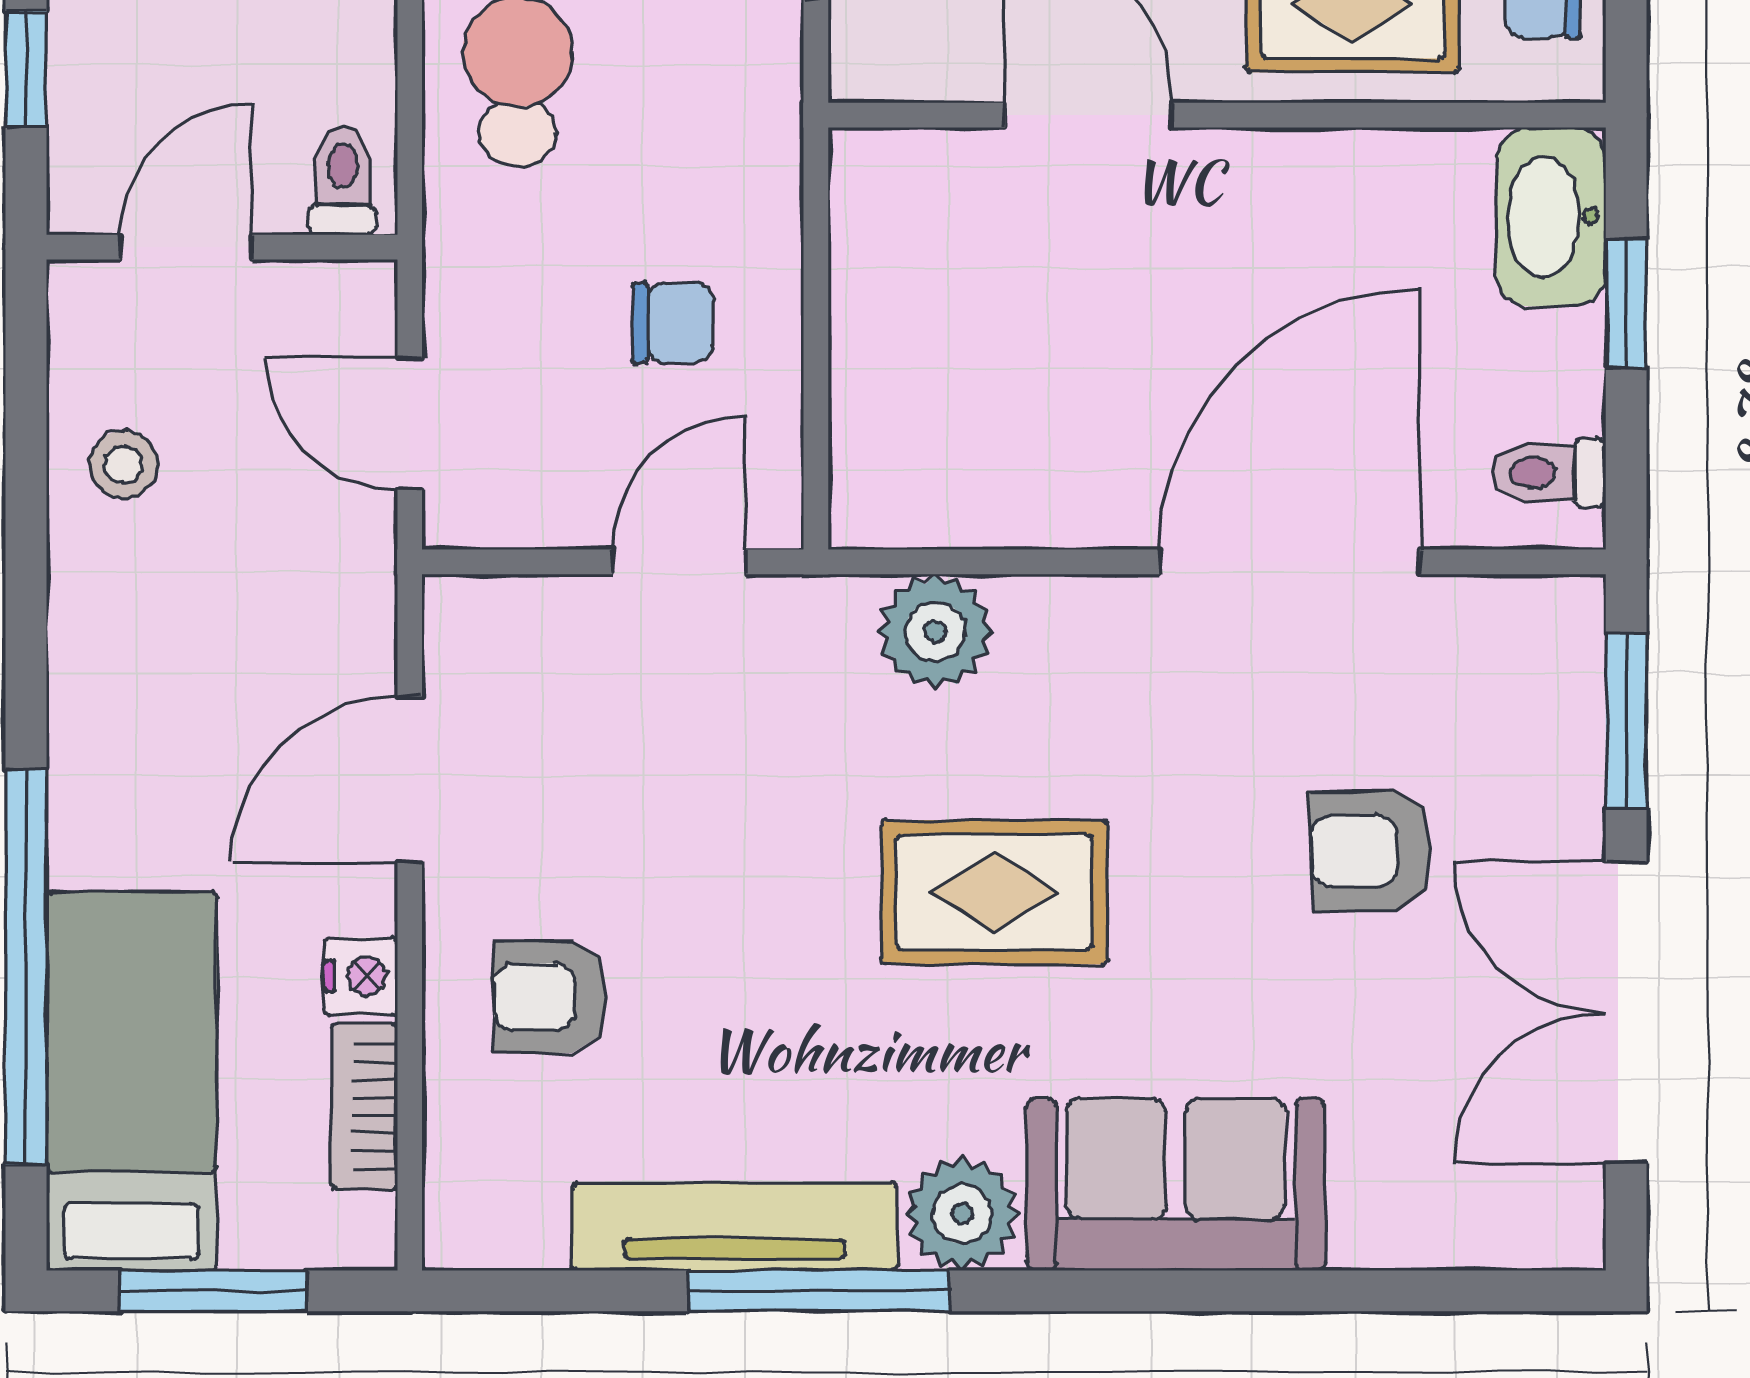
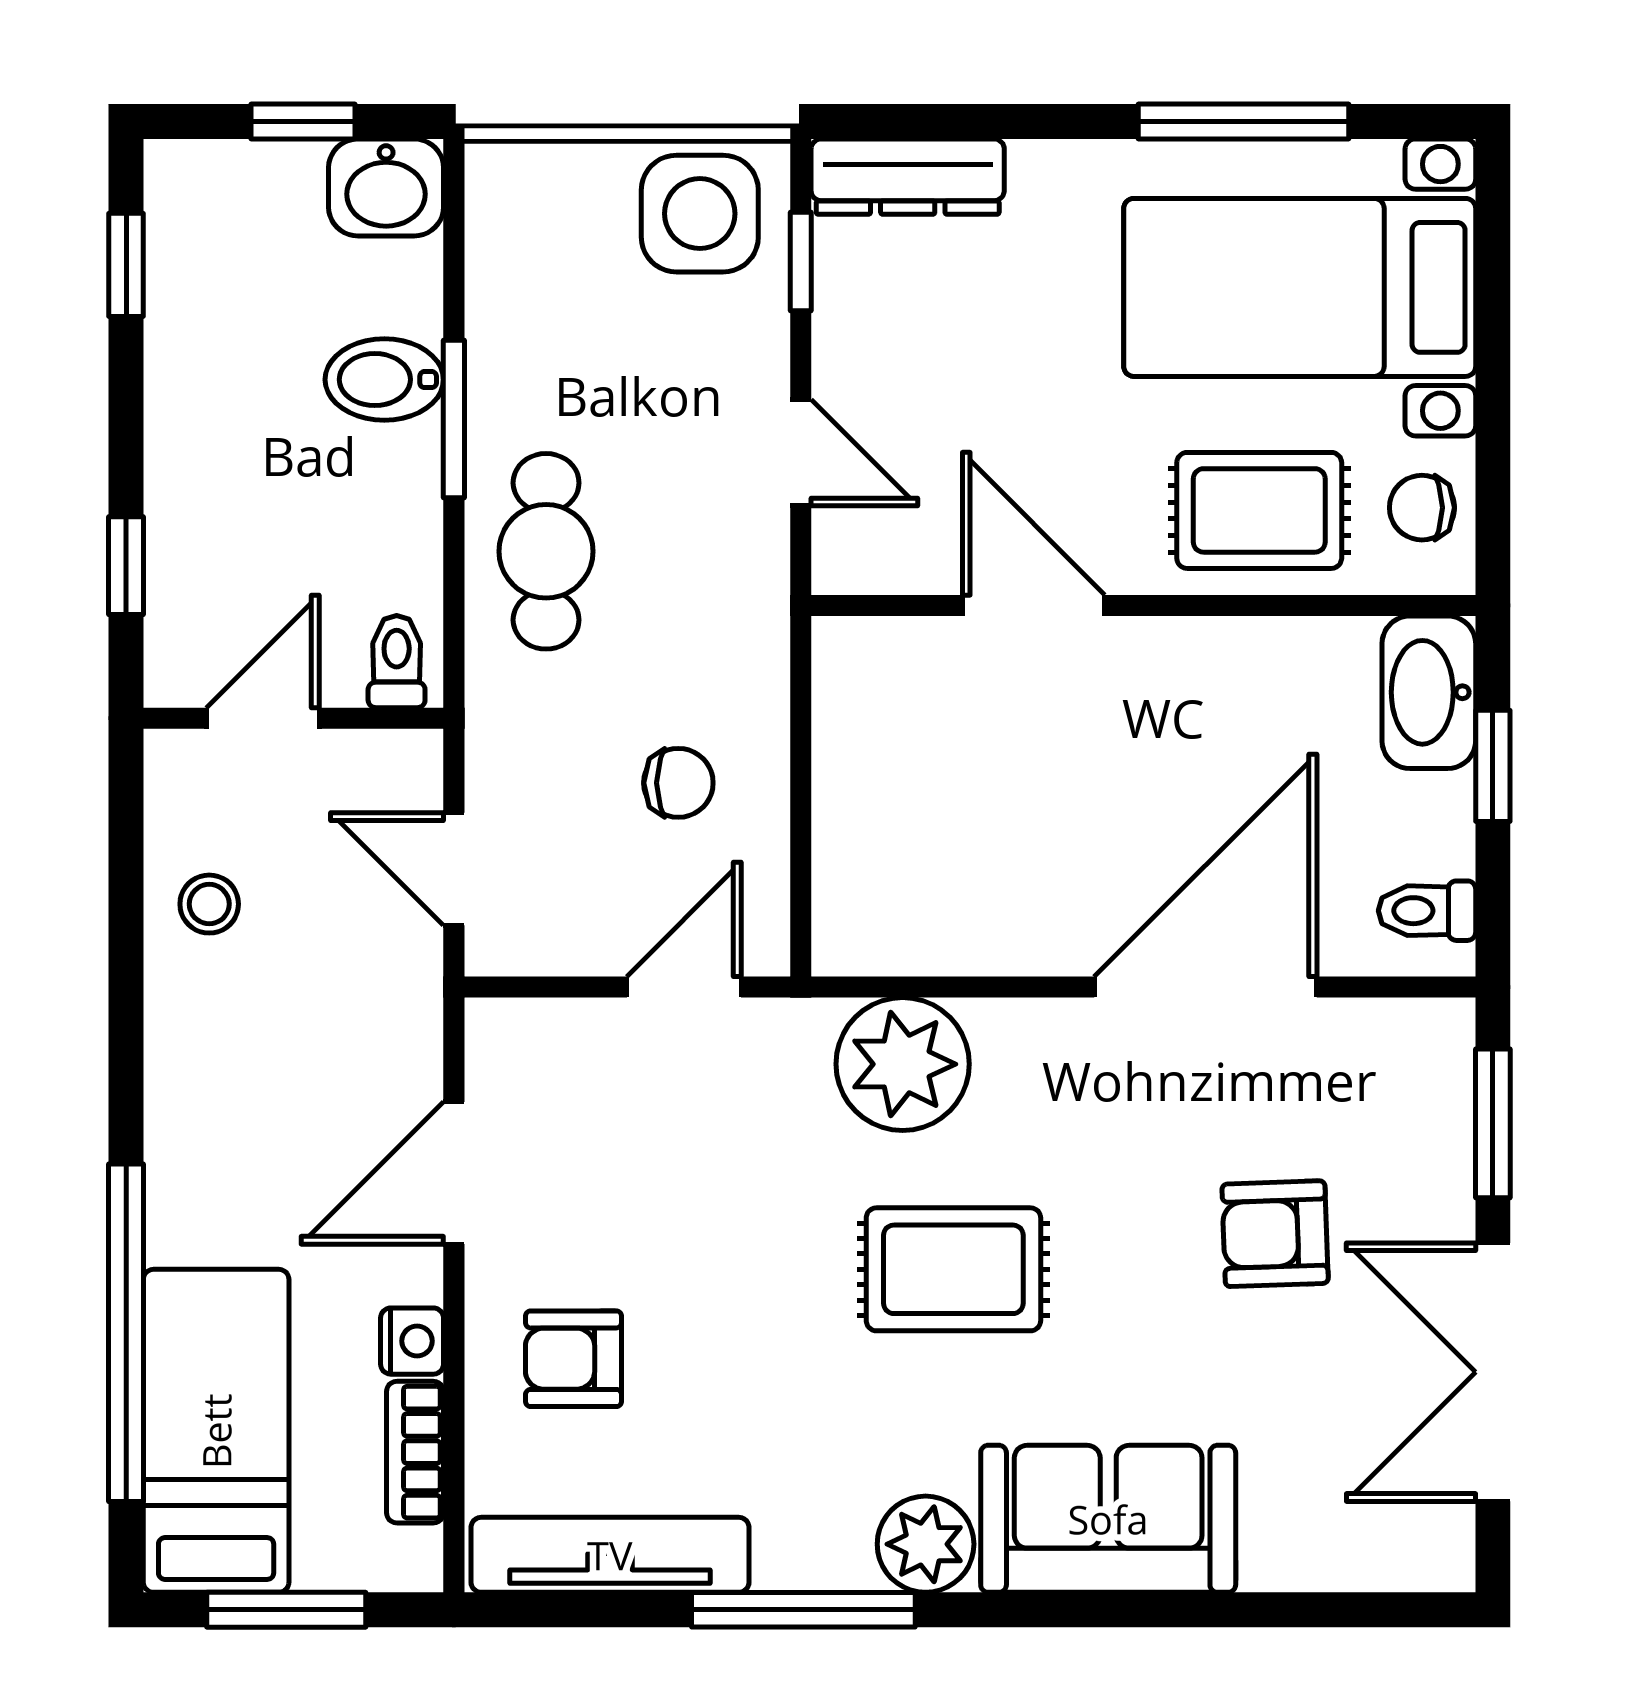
plant: (935, 631) -> (903, 1064), width x1.36, depth x1.36
tv unit: (735, 1226) -> (610, 1555), moved

